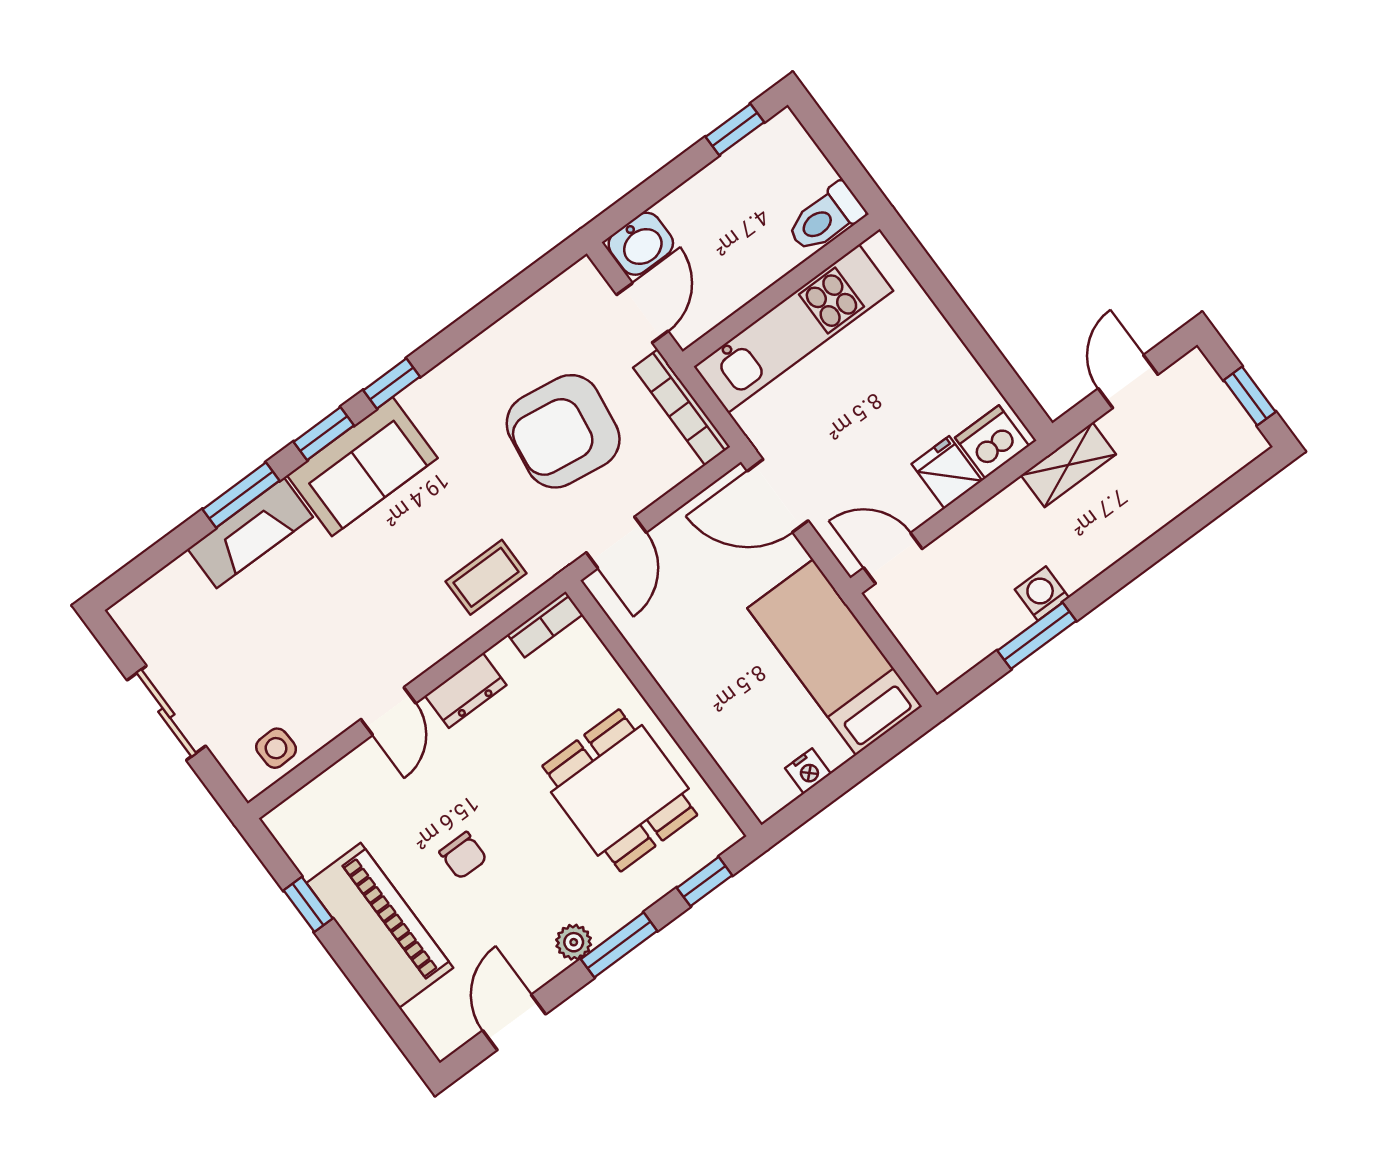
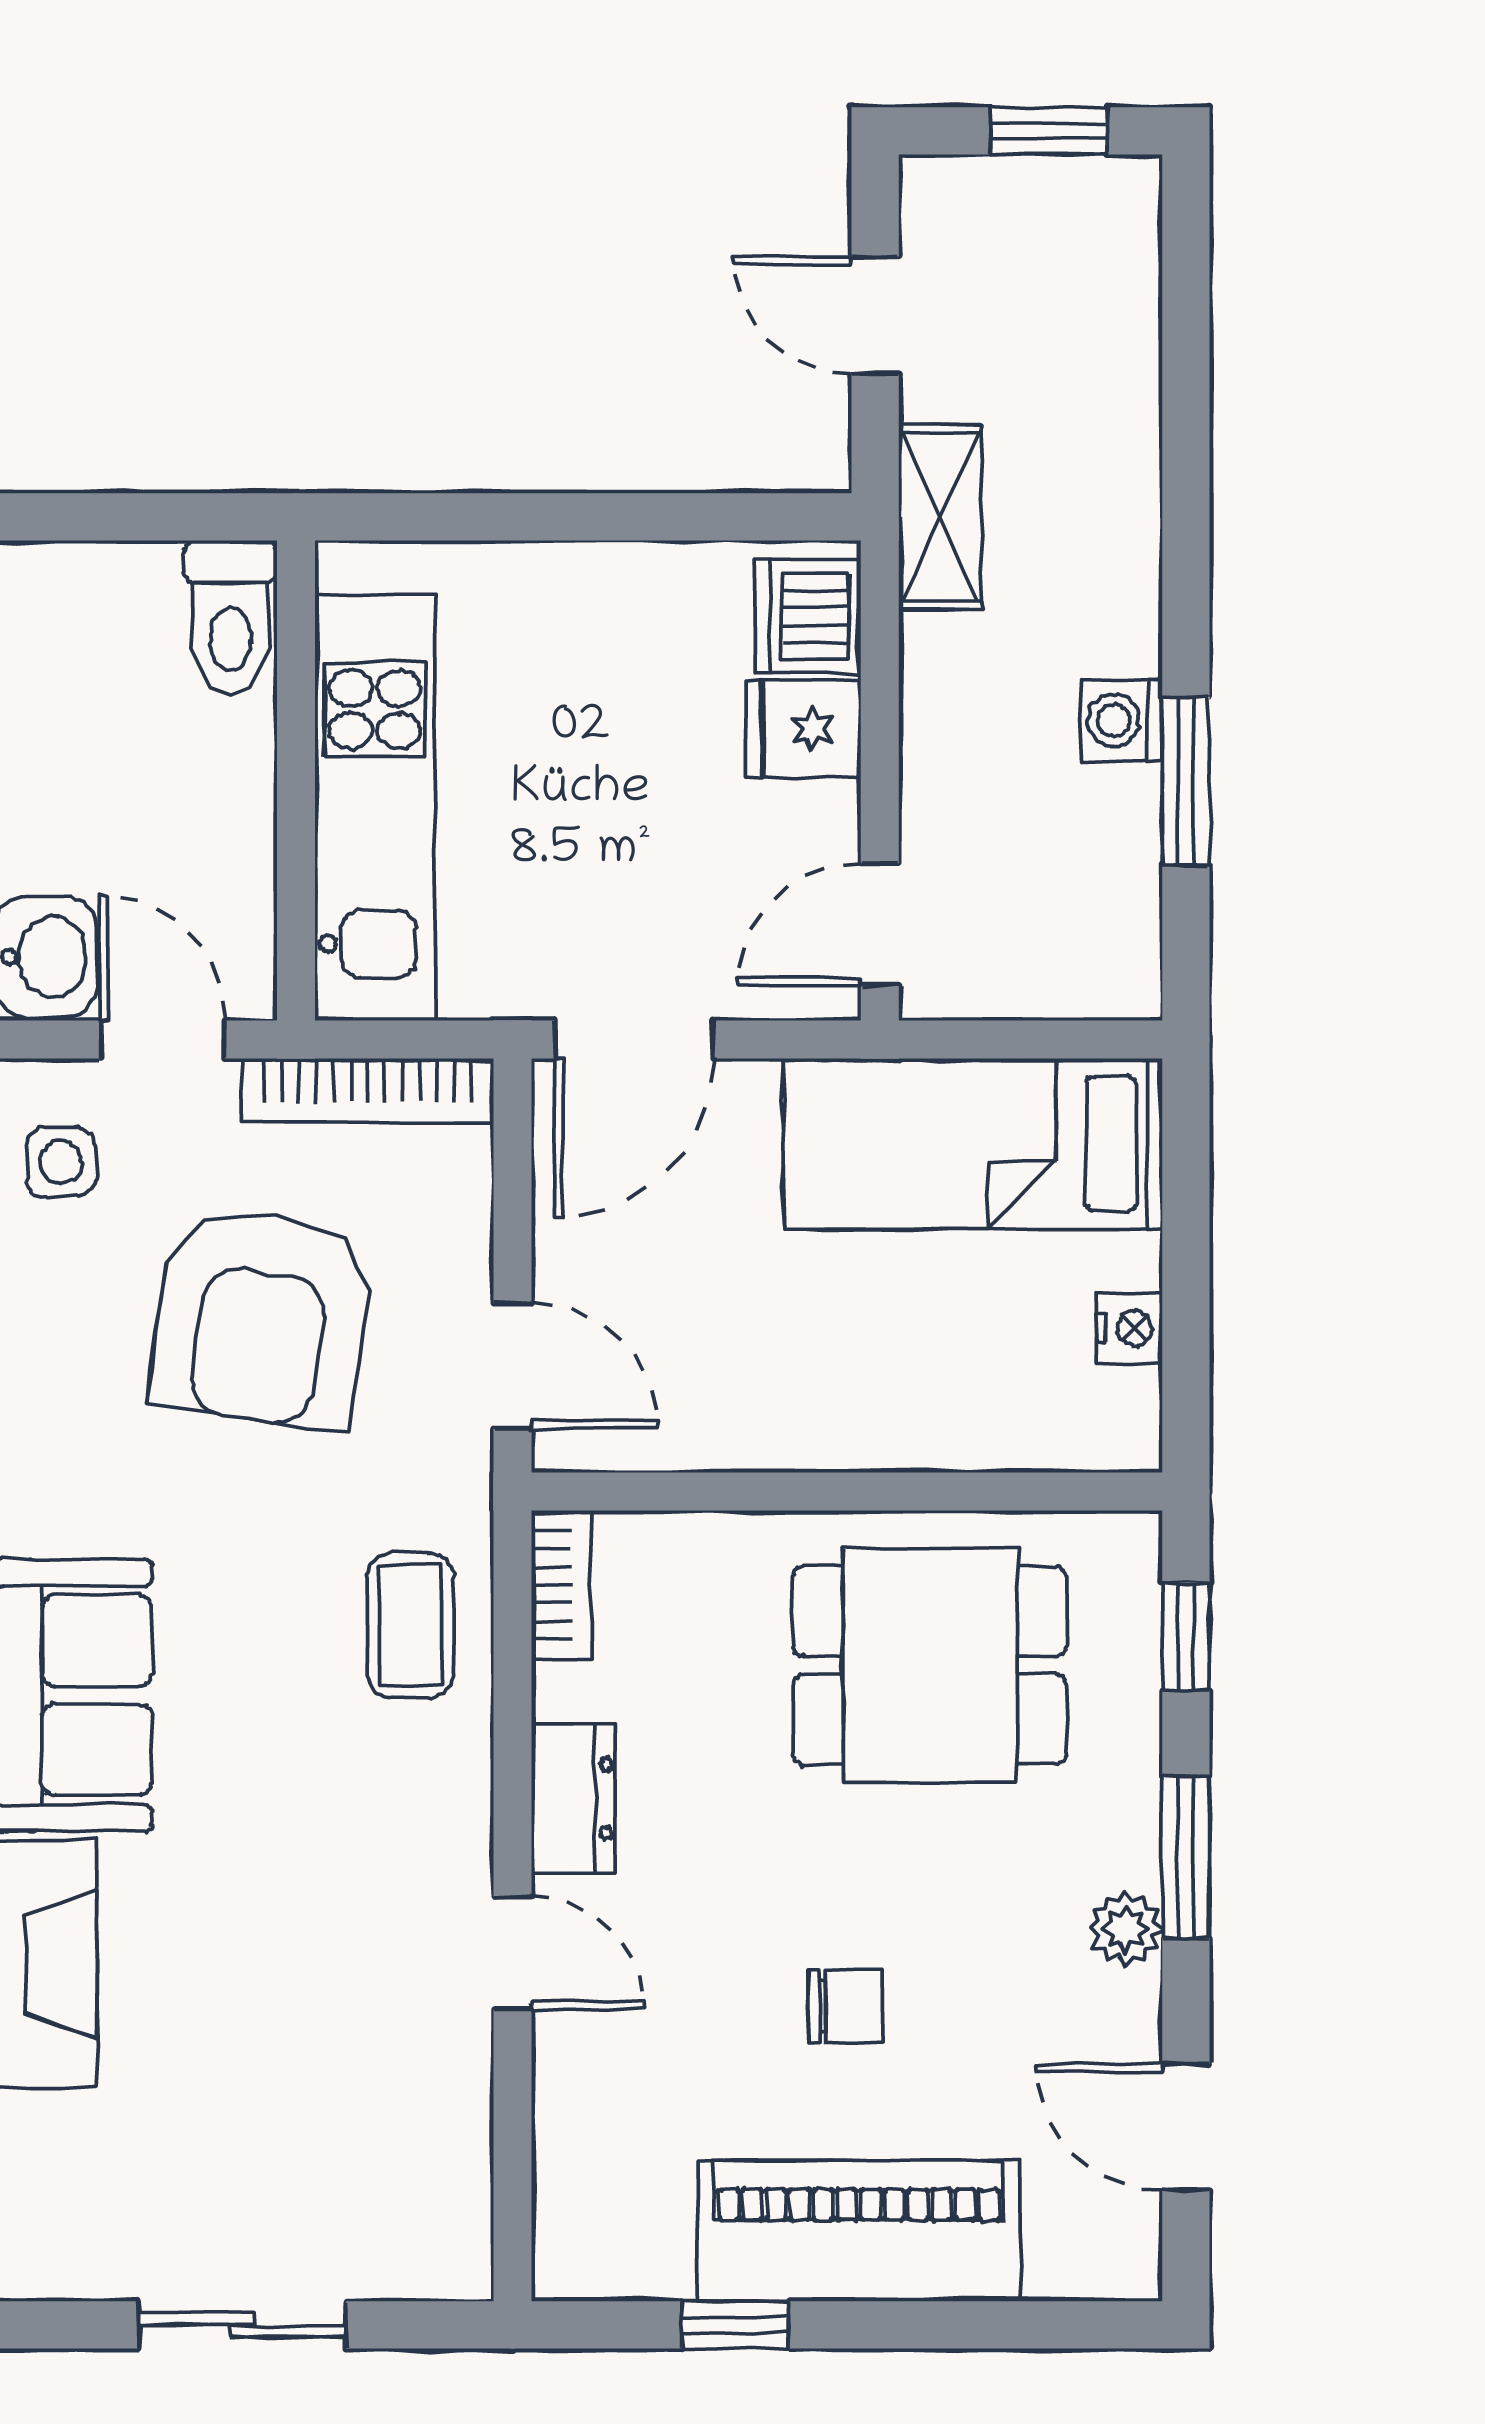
side table: (276, 748) -> (61, 1162), moved

